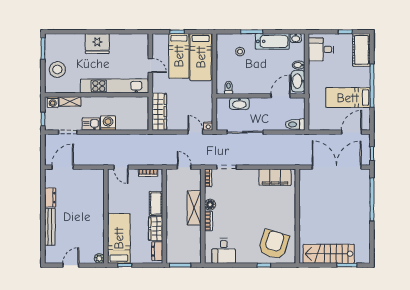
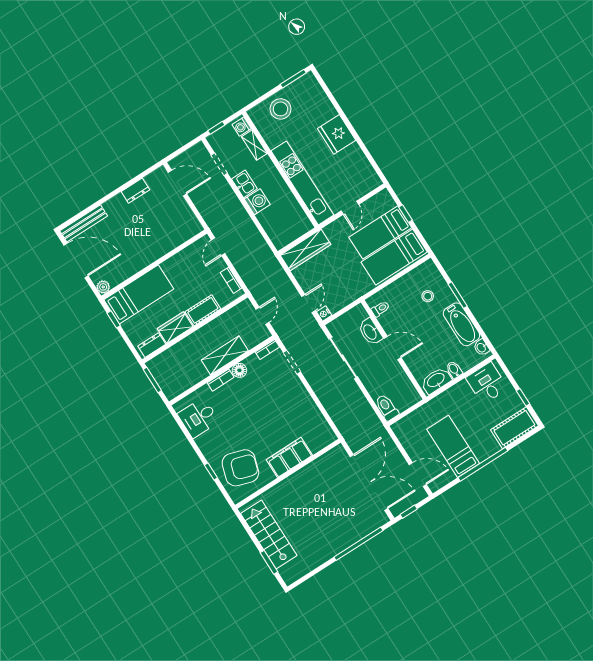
door: (281, 96) -> (393, 348), moved
filing cabinet: (275, 177) -> (289, 457), moved, turned 90
bench: (50, 227) -> (84, 223), moved
door: (71, 265) -> (76, 261), width x1.88

